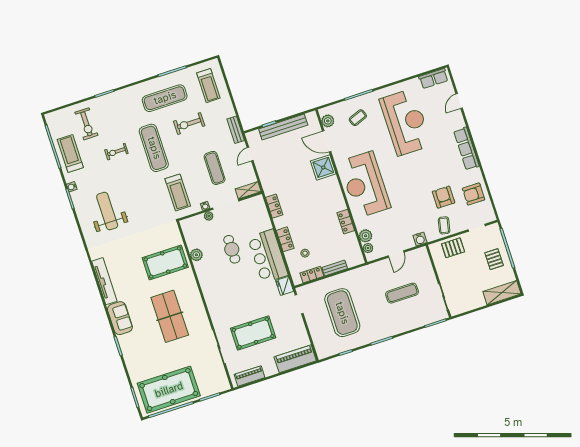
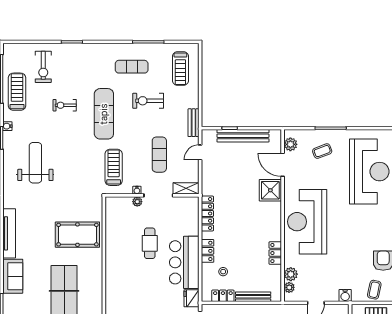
exercise mat: (165, 98) -> (132, 67), width x0.73, depth x0.69
treadmill: (178, 192) -> (114, 167), turned 180
locker: (274, 206) -> (207, 213), width x1.53
plant: (196, 255) -> (112, 237), removed
bench: (335, 268) -> (253, 297), width x1.36

